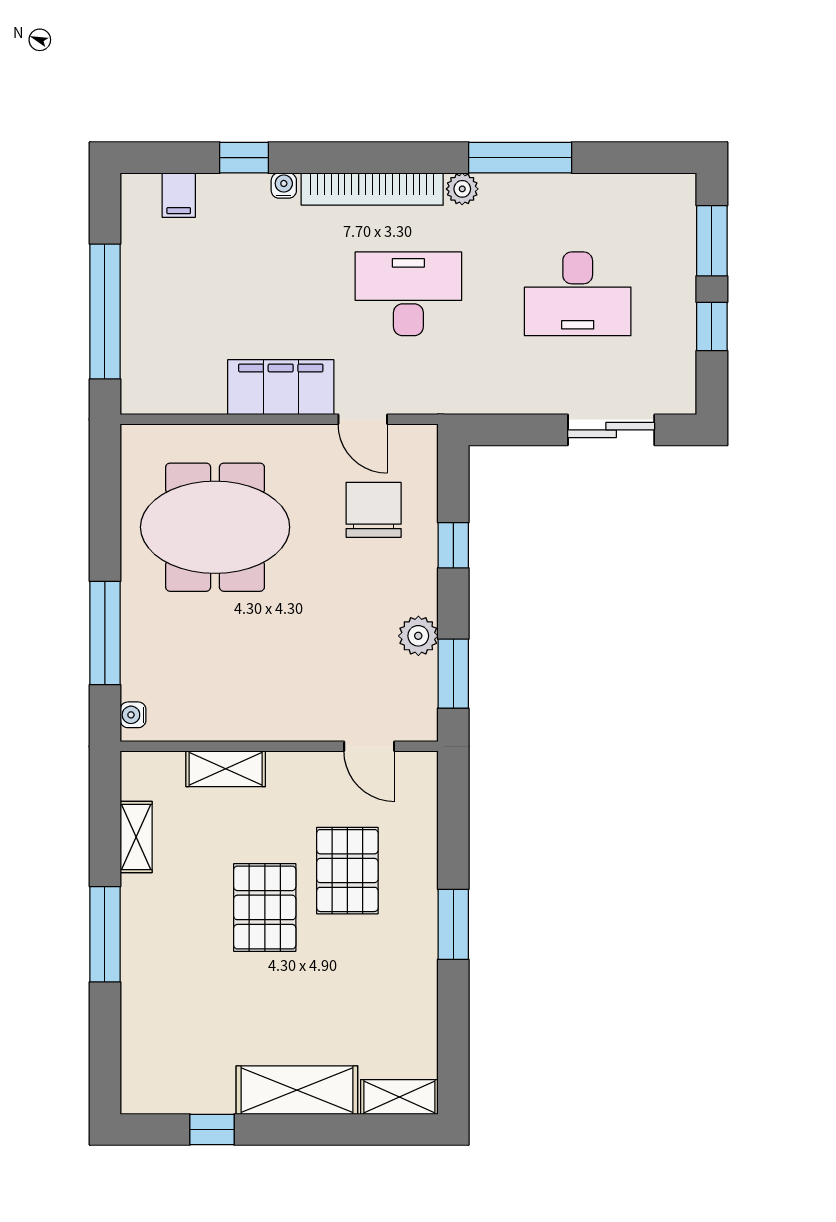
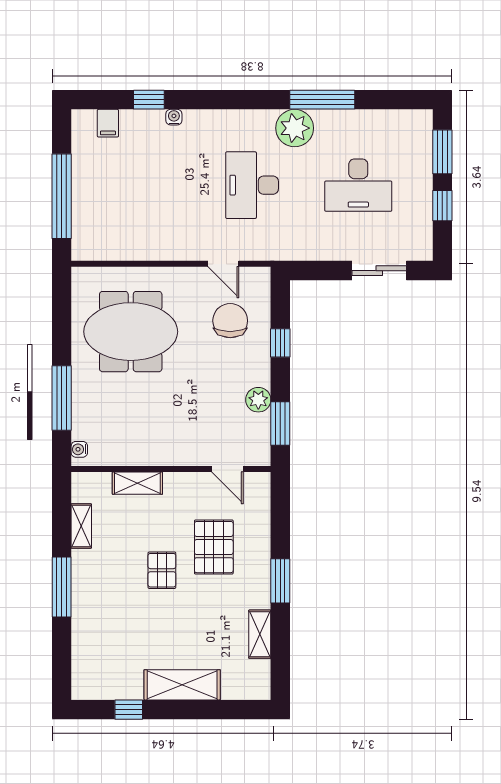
bookcase: (372, 189) -> (229, 119), removed
plant: (462, 189) -> (295, 128), width x1.88, depth x1.88
desk: (408, 294) -> (252, 185), turned -90
filing cabinet: (281, 387) -> (172, 244), removed
pallet: (265, 907) -> (162, 570), width x0.67, depth x0.71
shelving: (399, 1097) -> (260, 634), moved, turned 90

